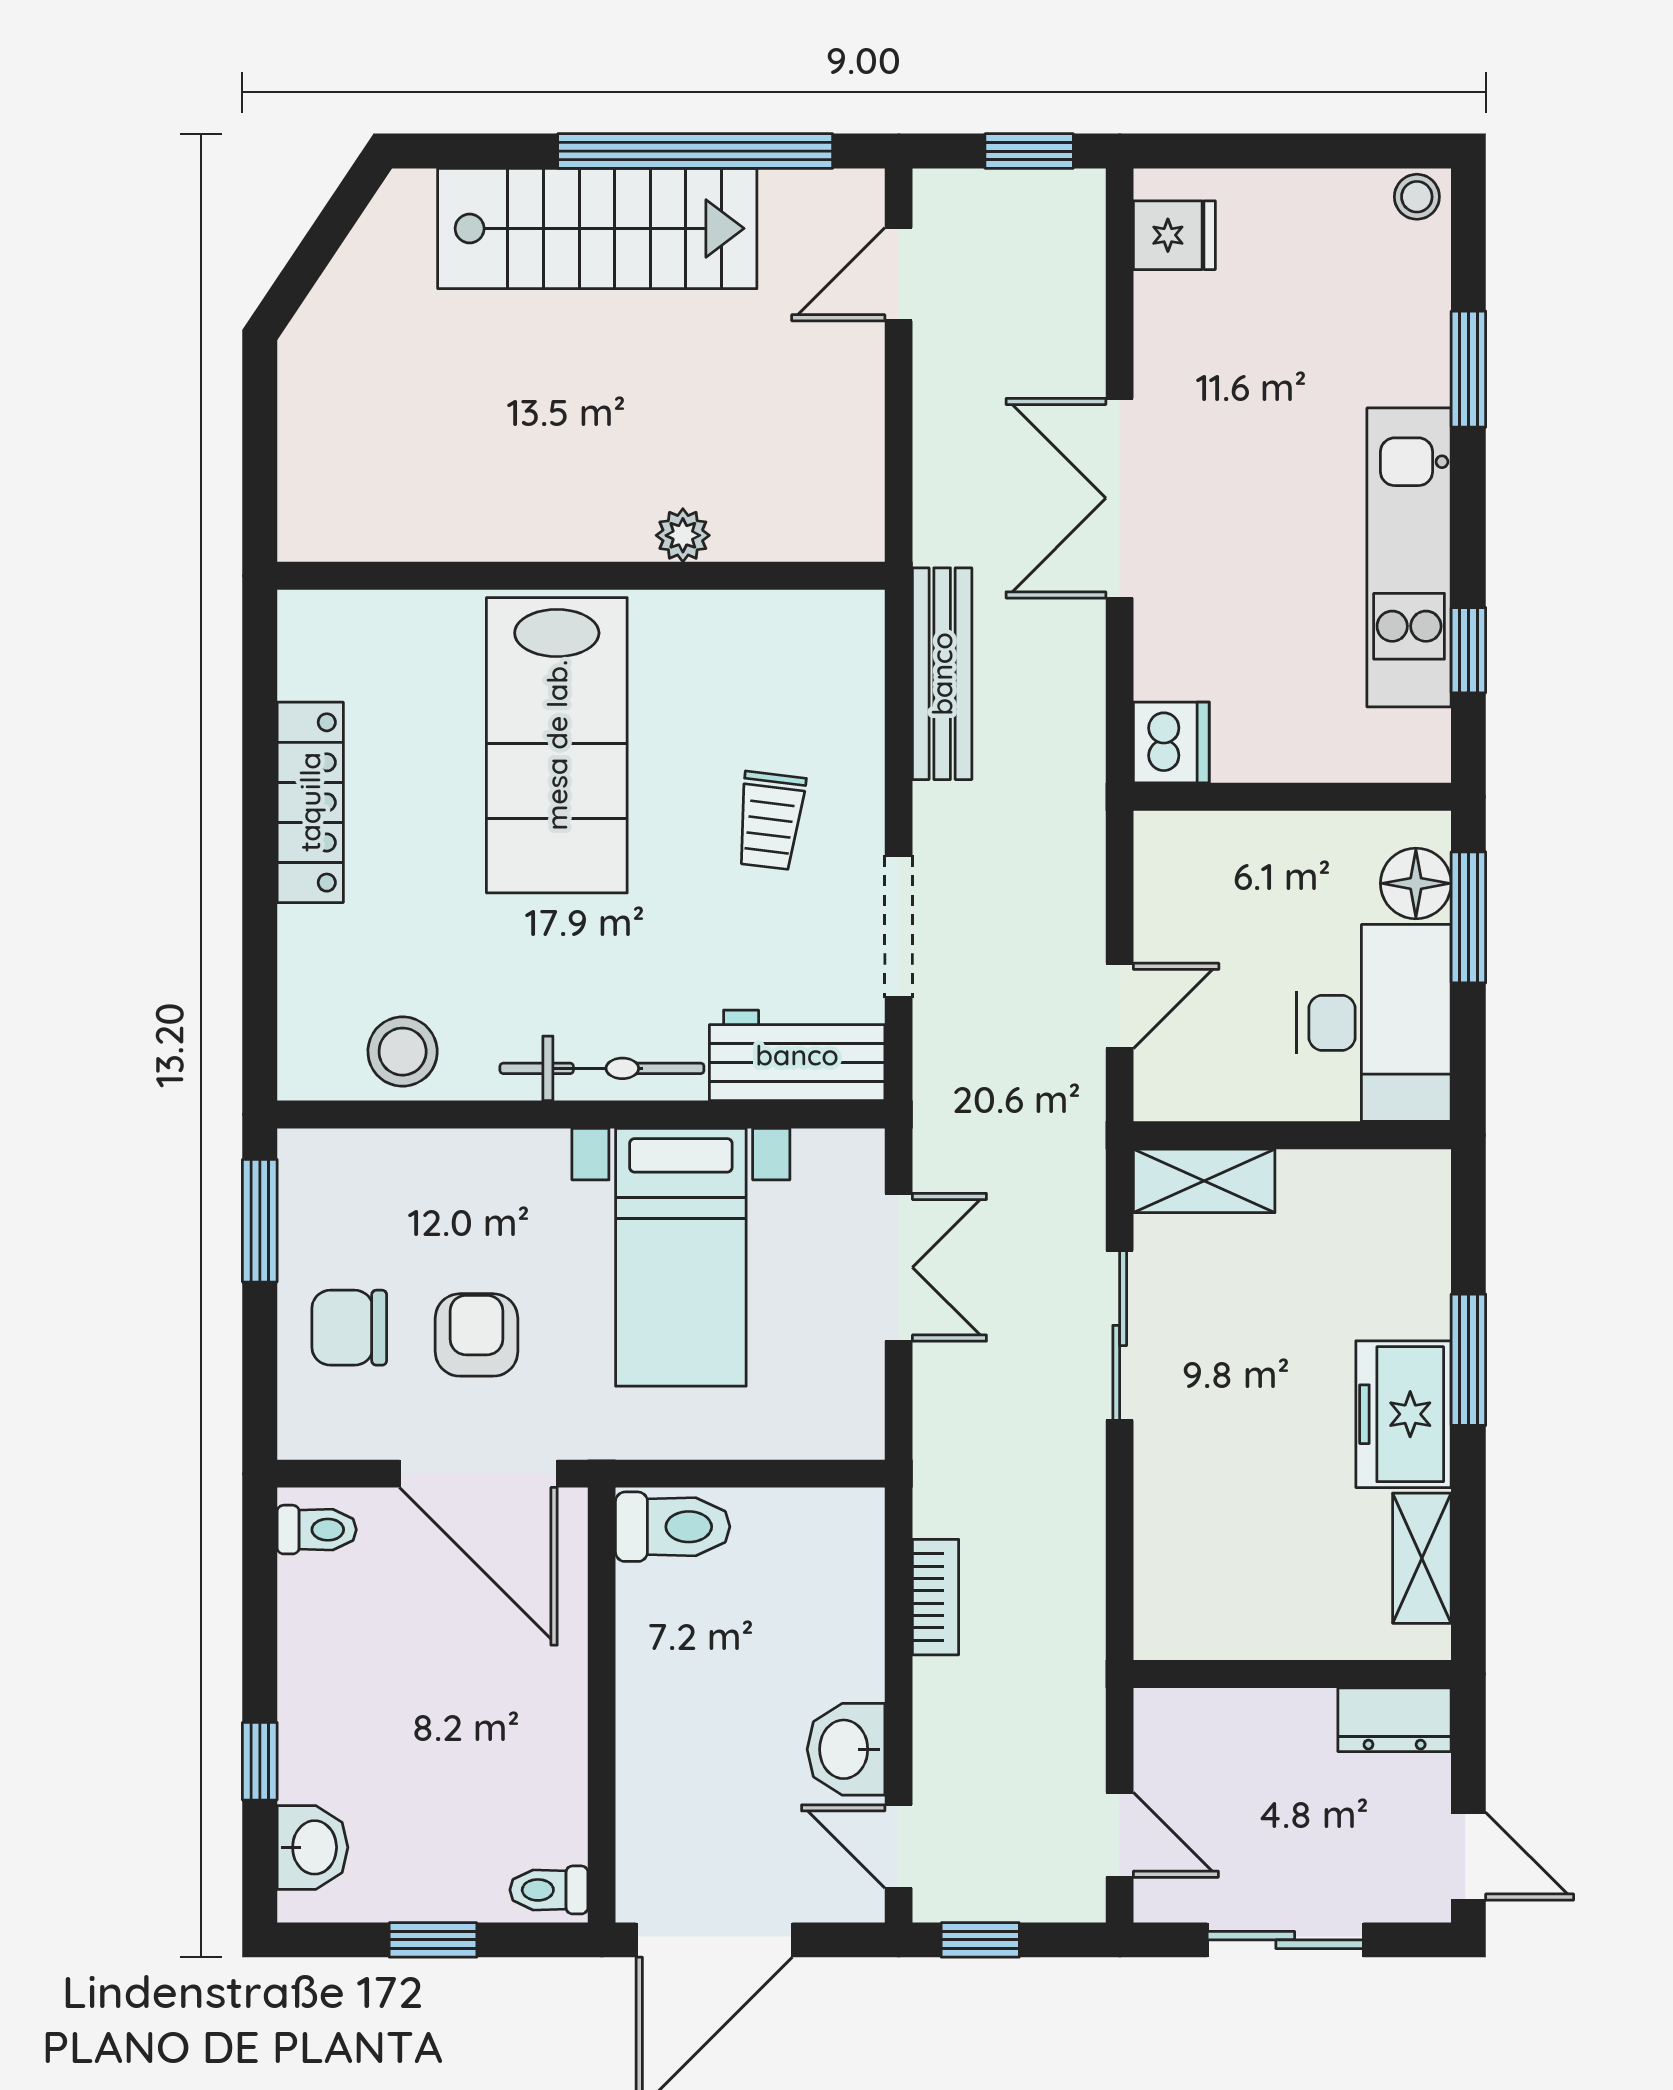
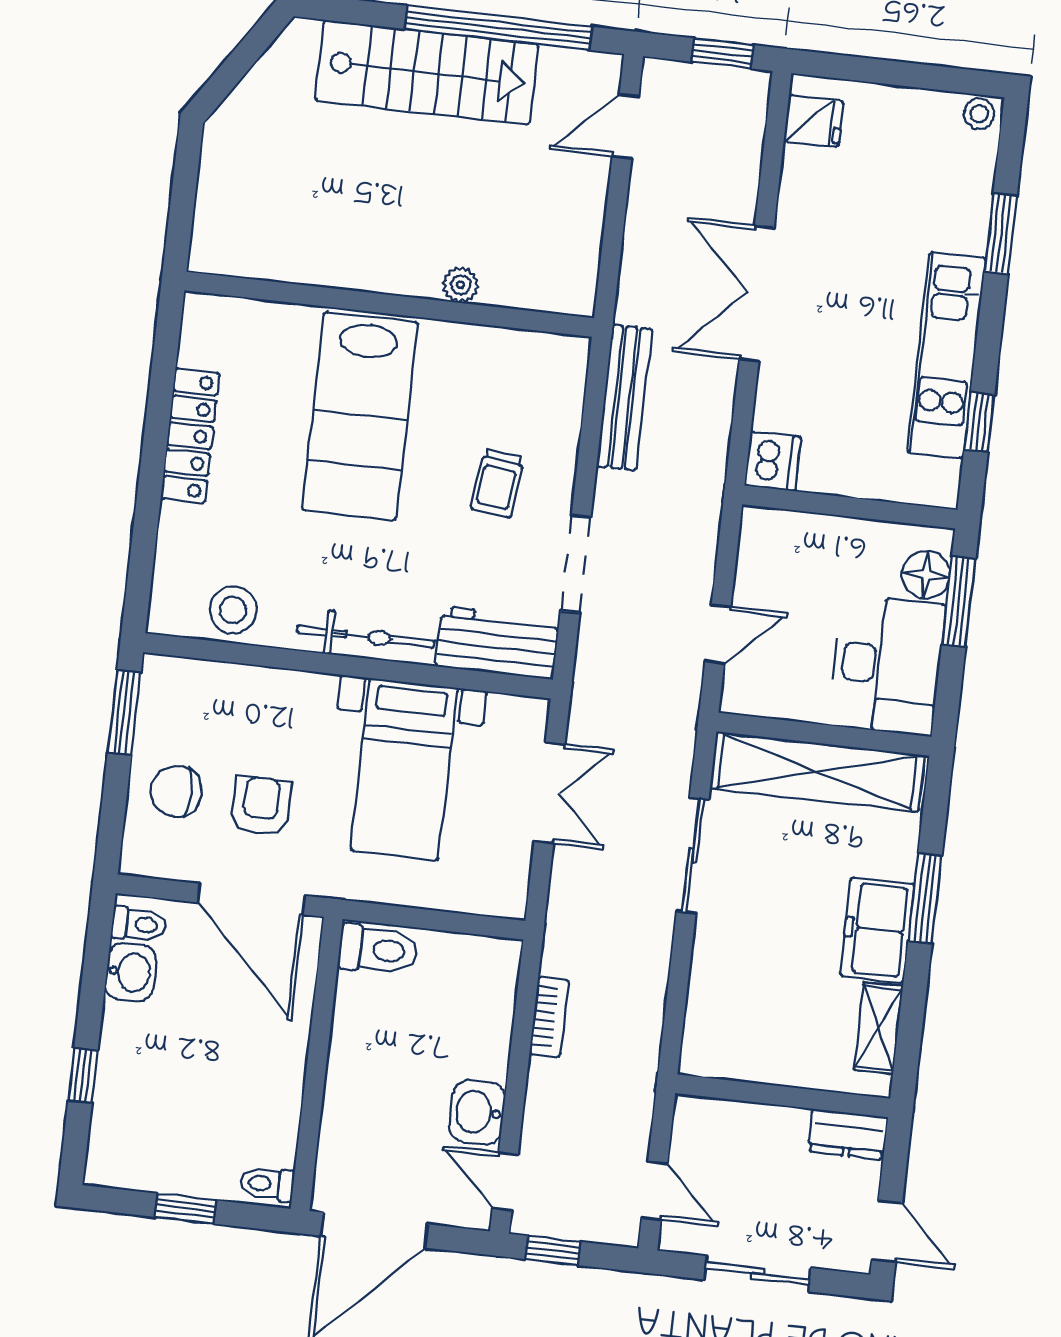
shelving: (1204, 1181) -> (817, 772), width x2.20, depth x1.33
washbasin: (312, 1847) -> (130, 972), moved

